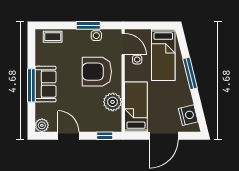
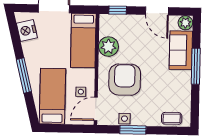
door: (123, 44) -> (96, 109), hinge flipped
armchair: (97, 72) -> (125, 80), turned -90
sofa: (46, 84) -> (181, 50), moved

